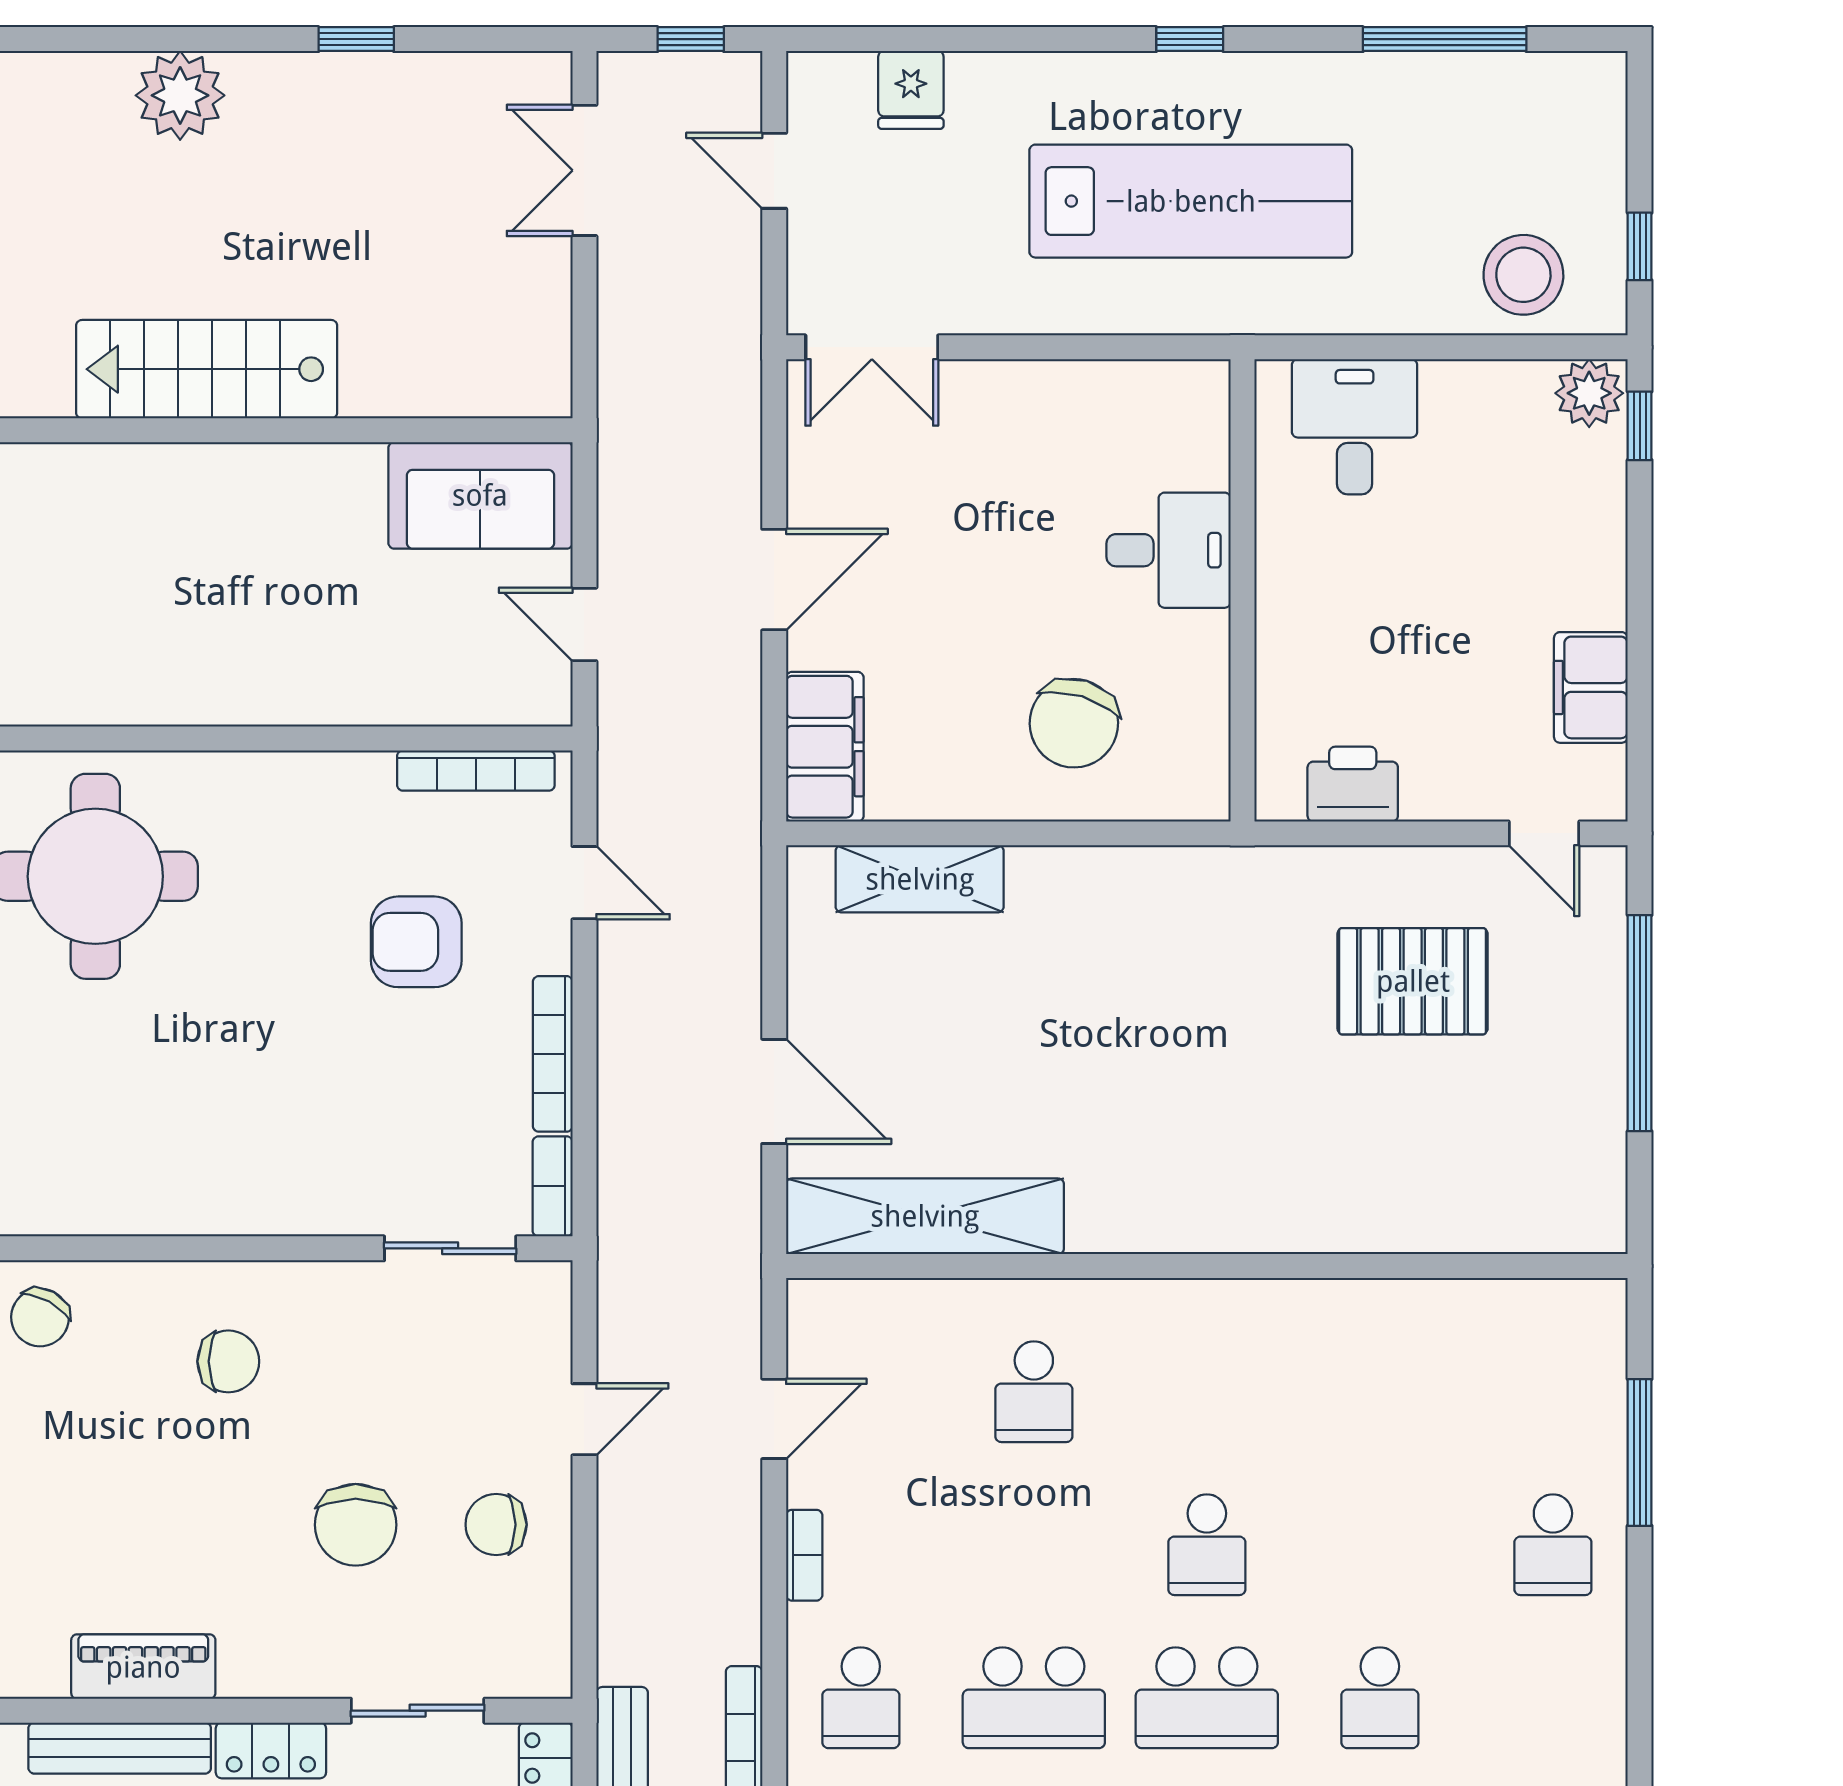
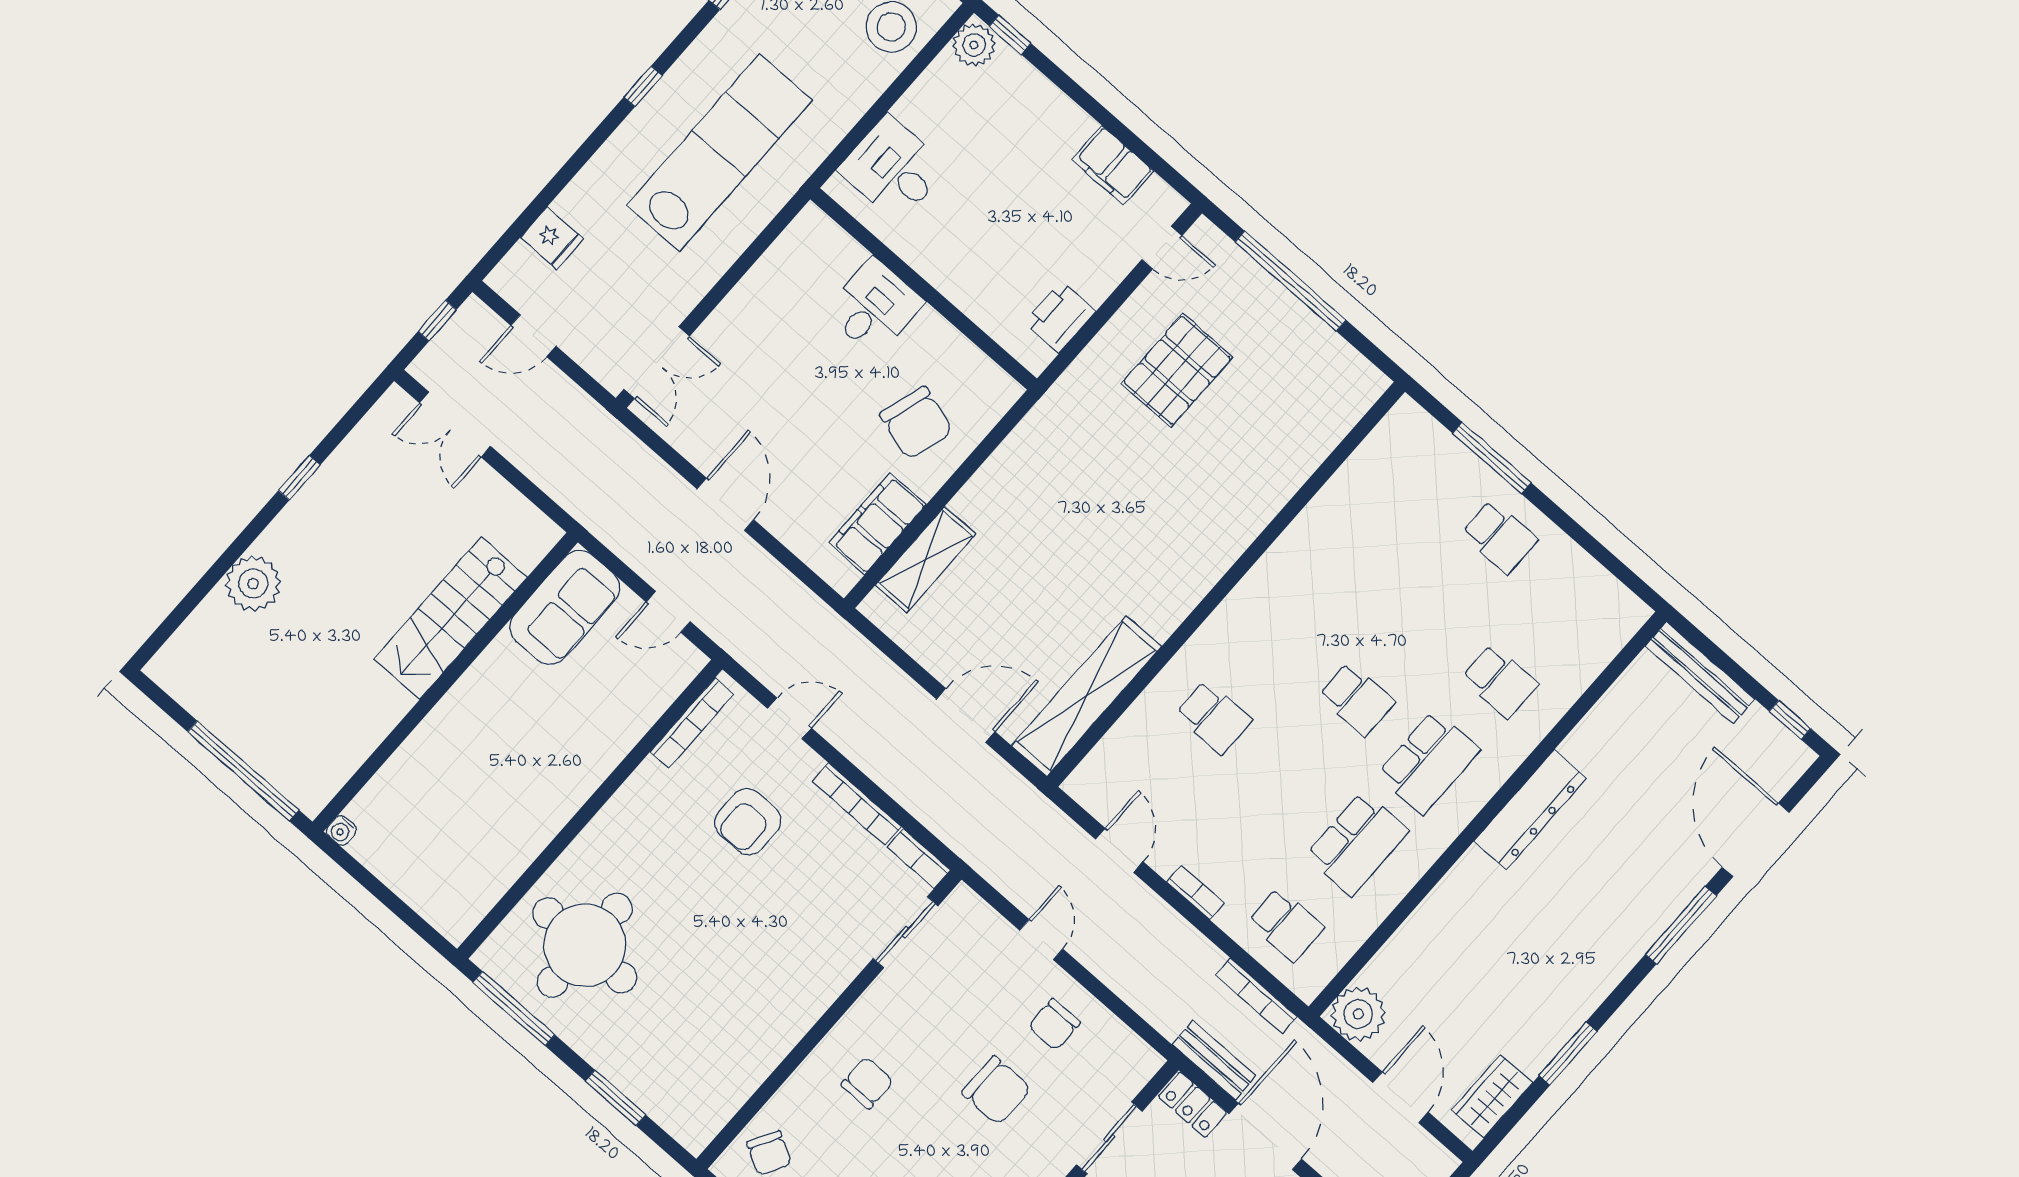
stairs: (207, 369) -> (450, 618), moved
filing cabinet: (825, 747) -> (877, 524), moved, turned -90

